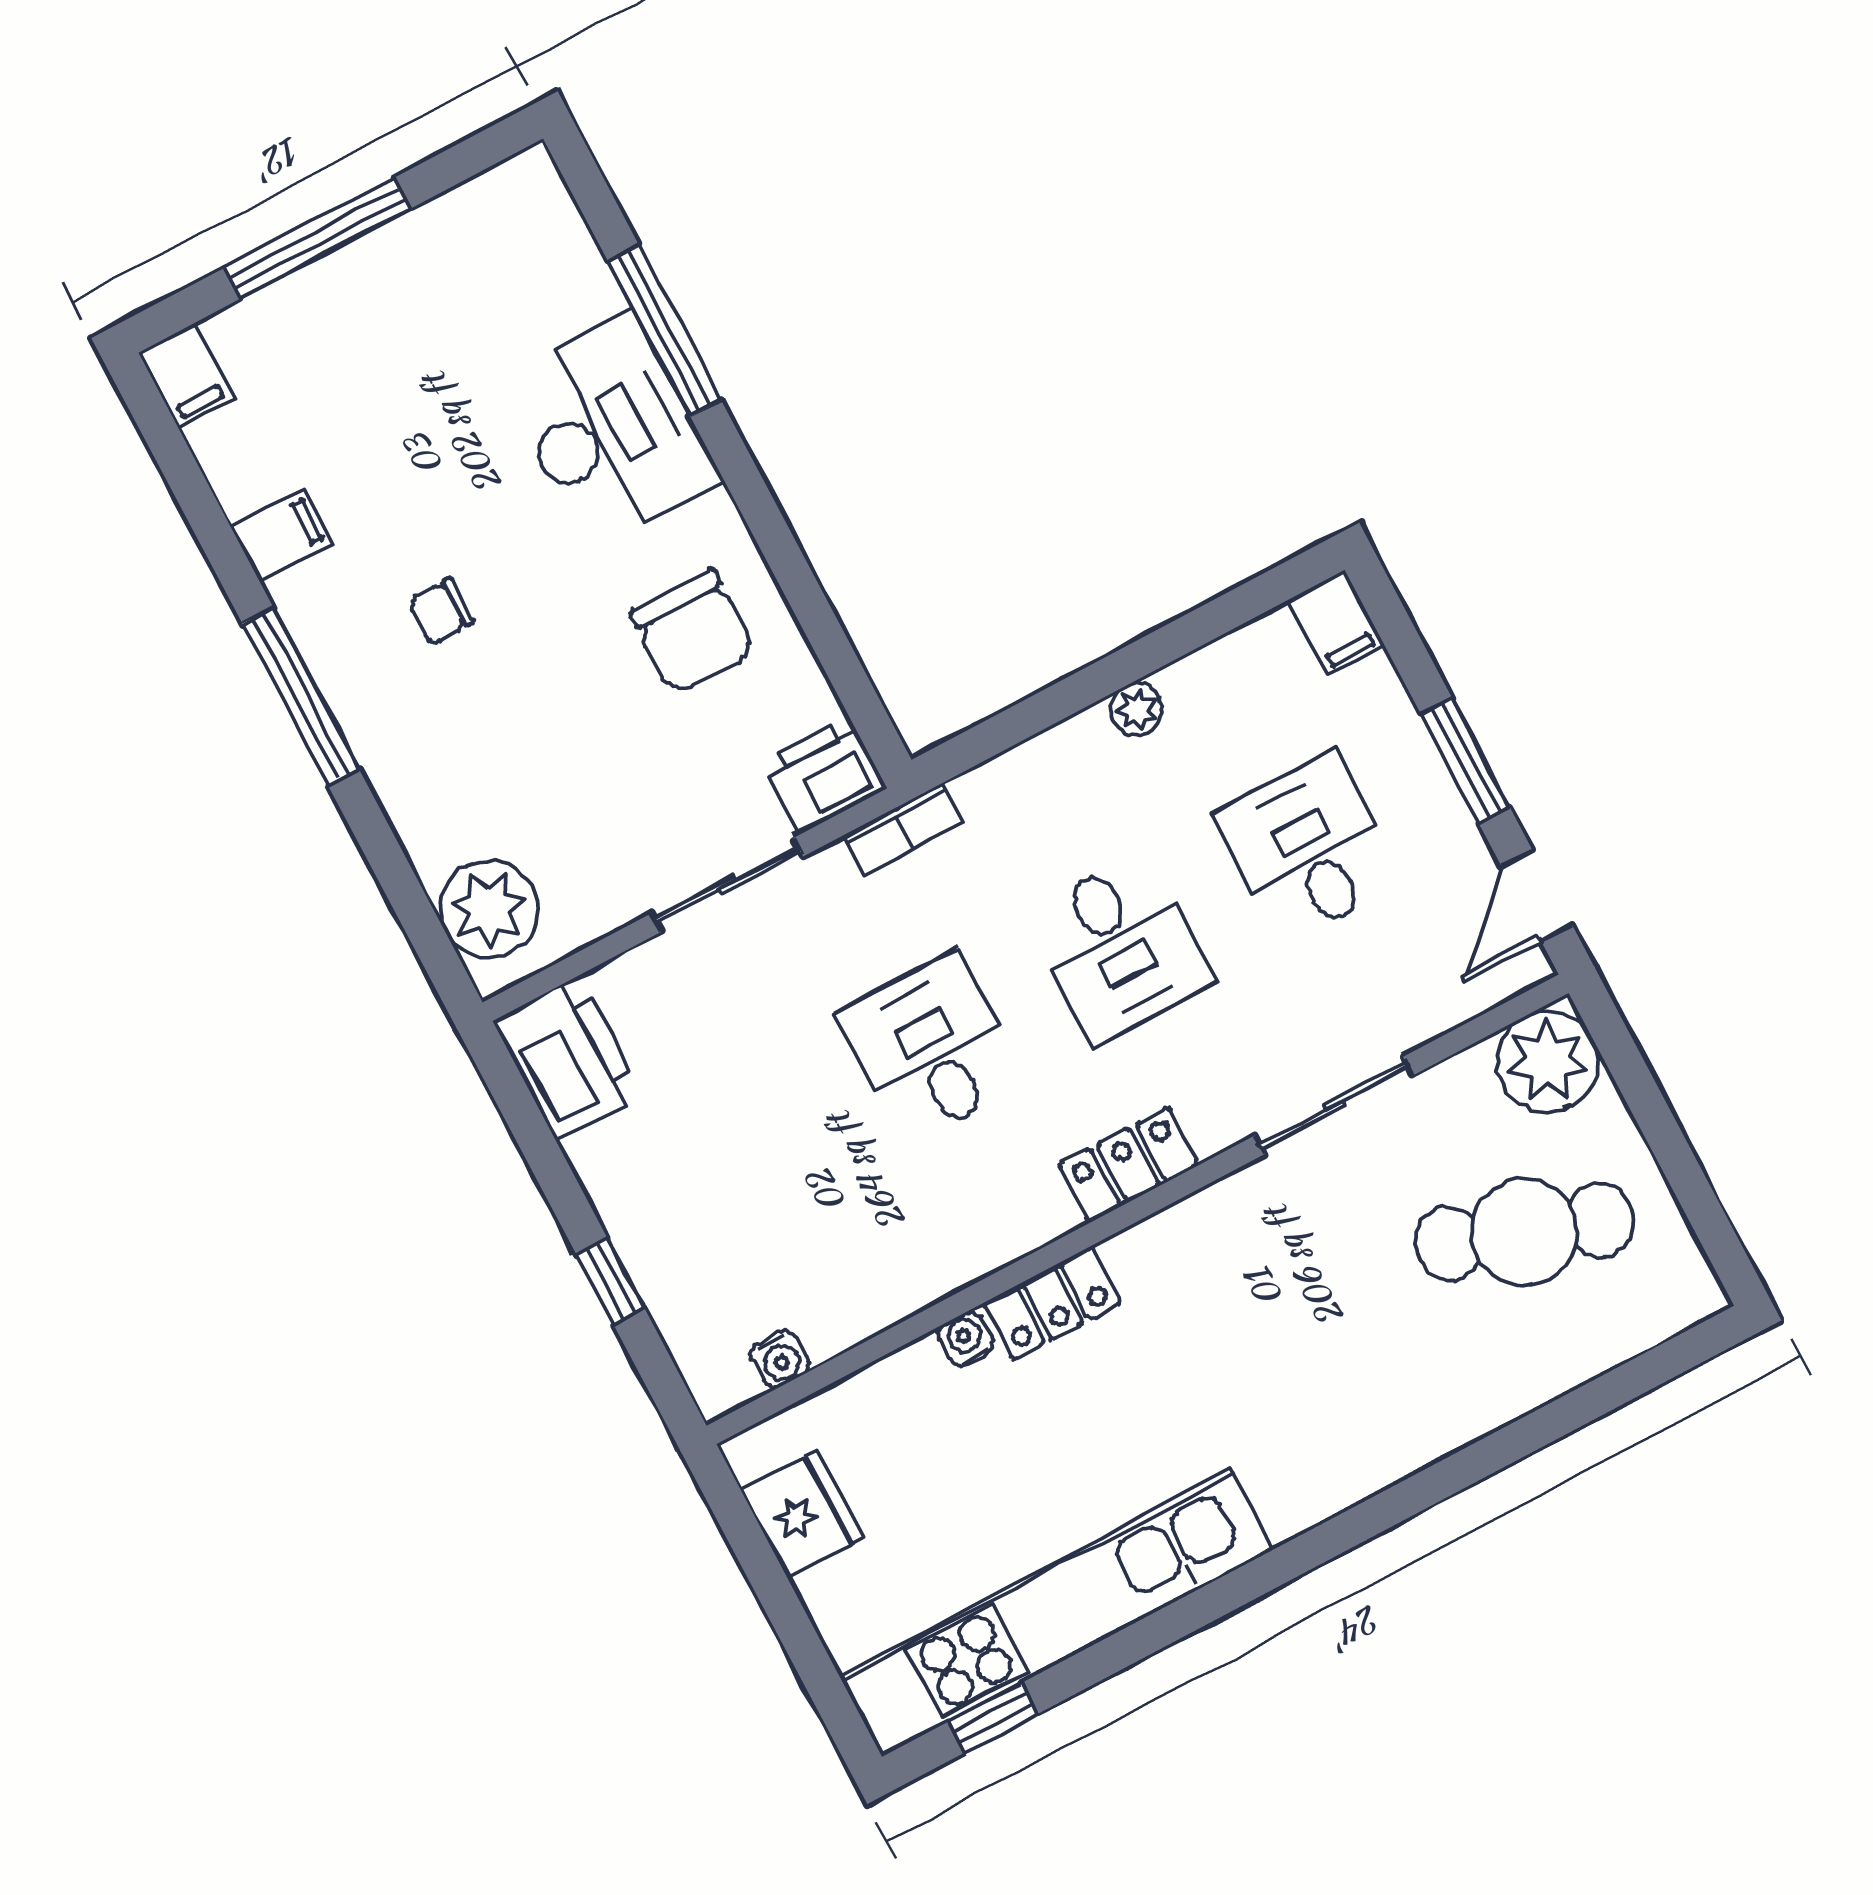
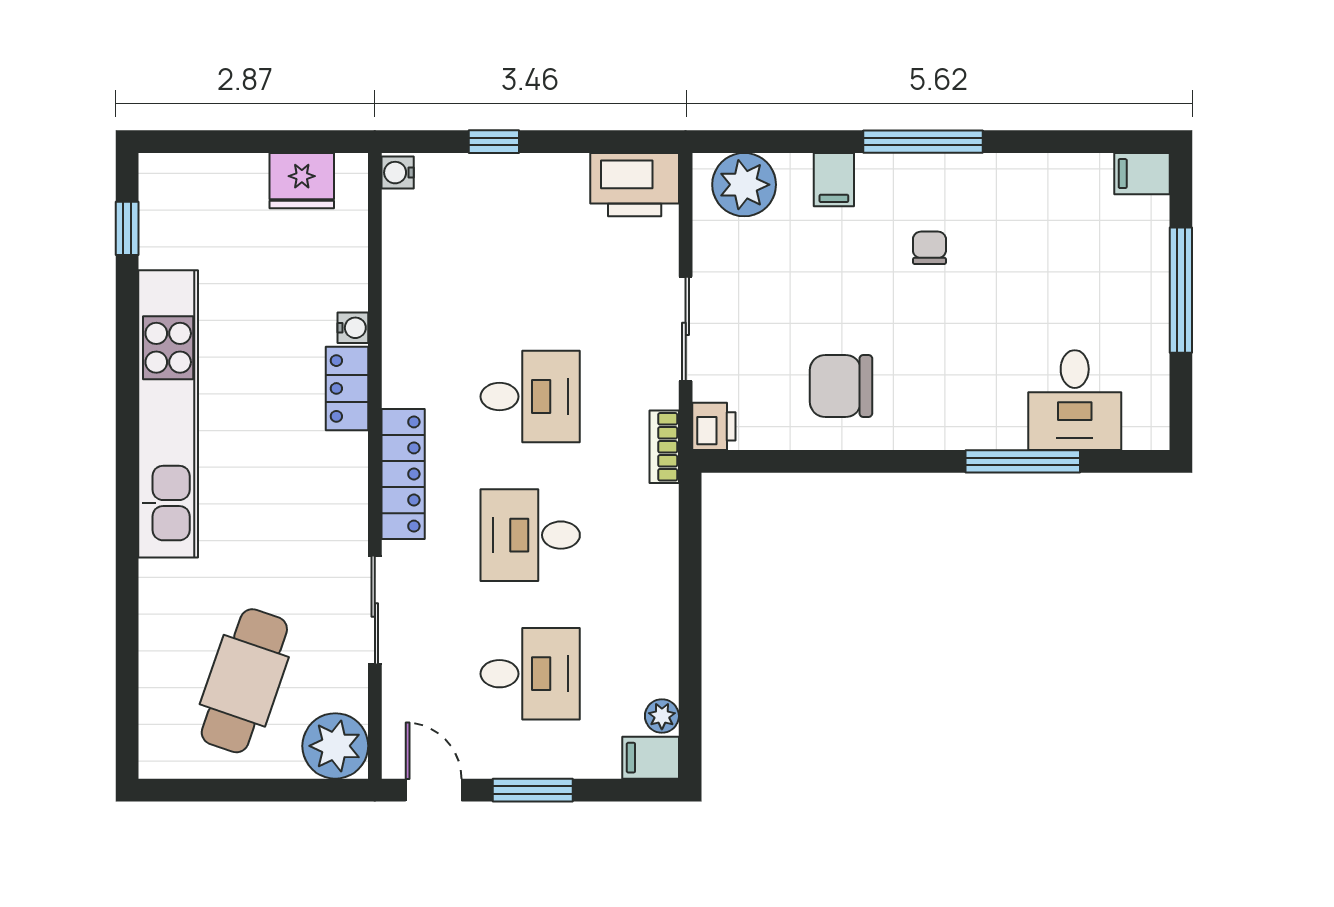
desk: (611, 431) -> (1075, 400), moved, width x0.73
filing cabinet: (282, 535) -> (834, 180), moved
plant: (1137, 709) -> (662, 716), moved
printer: (824, 775) -> (714, 426), width x0.73, depth x0.81
locker: (1128, 1165) -> (403, 474), width x1.53
water cooler: (780, 1359) -> (398, 173), moved
kitchen unit: (1056, 1613) -> (168, 414), moved

